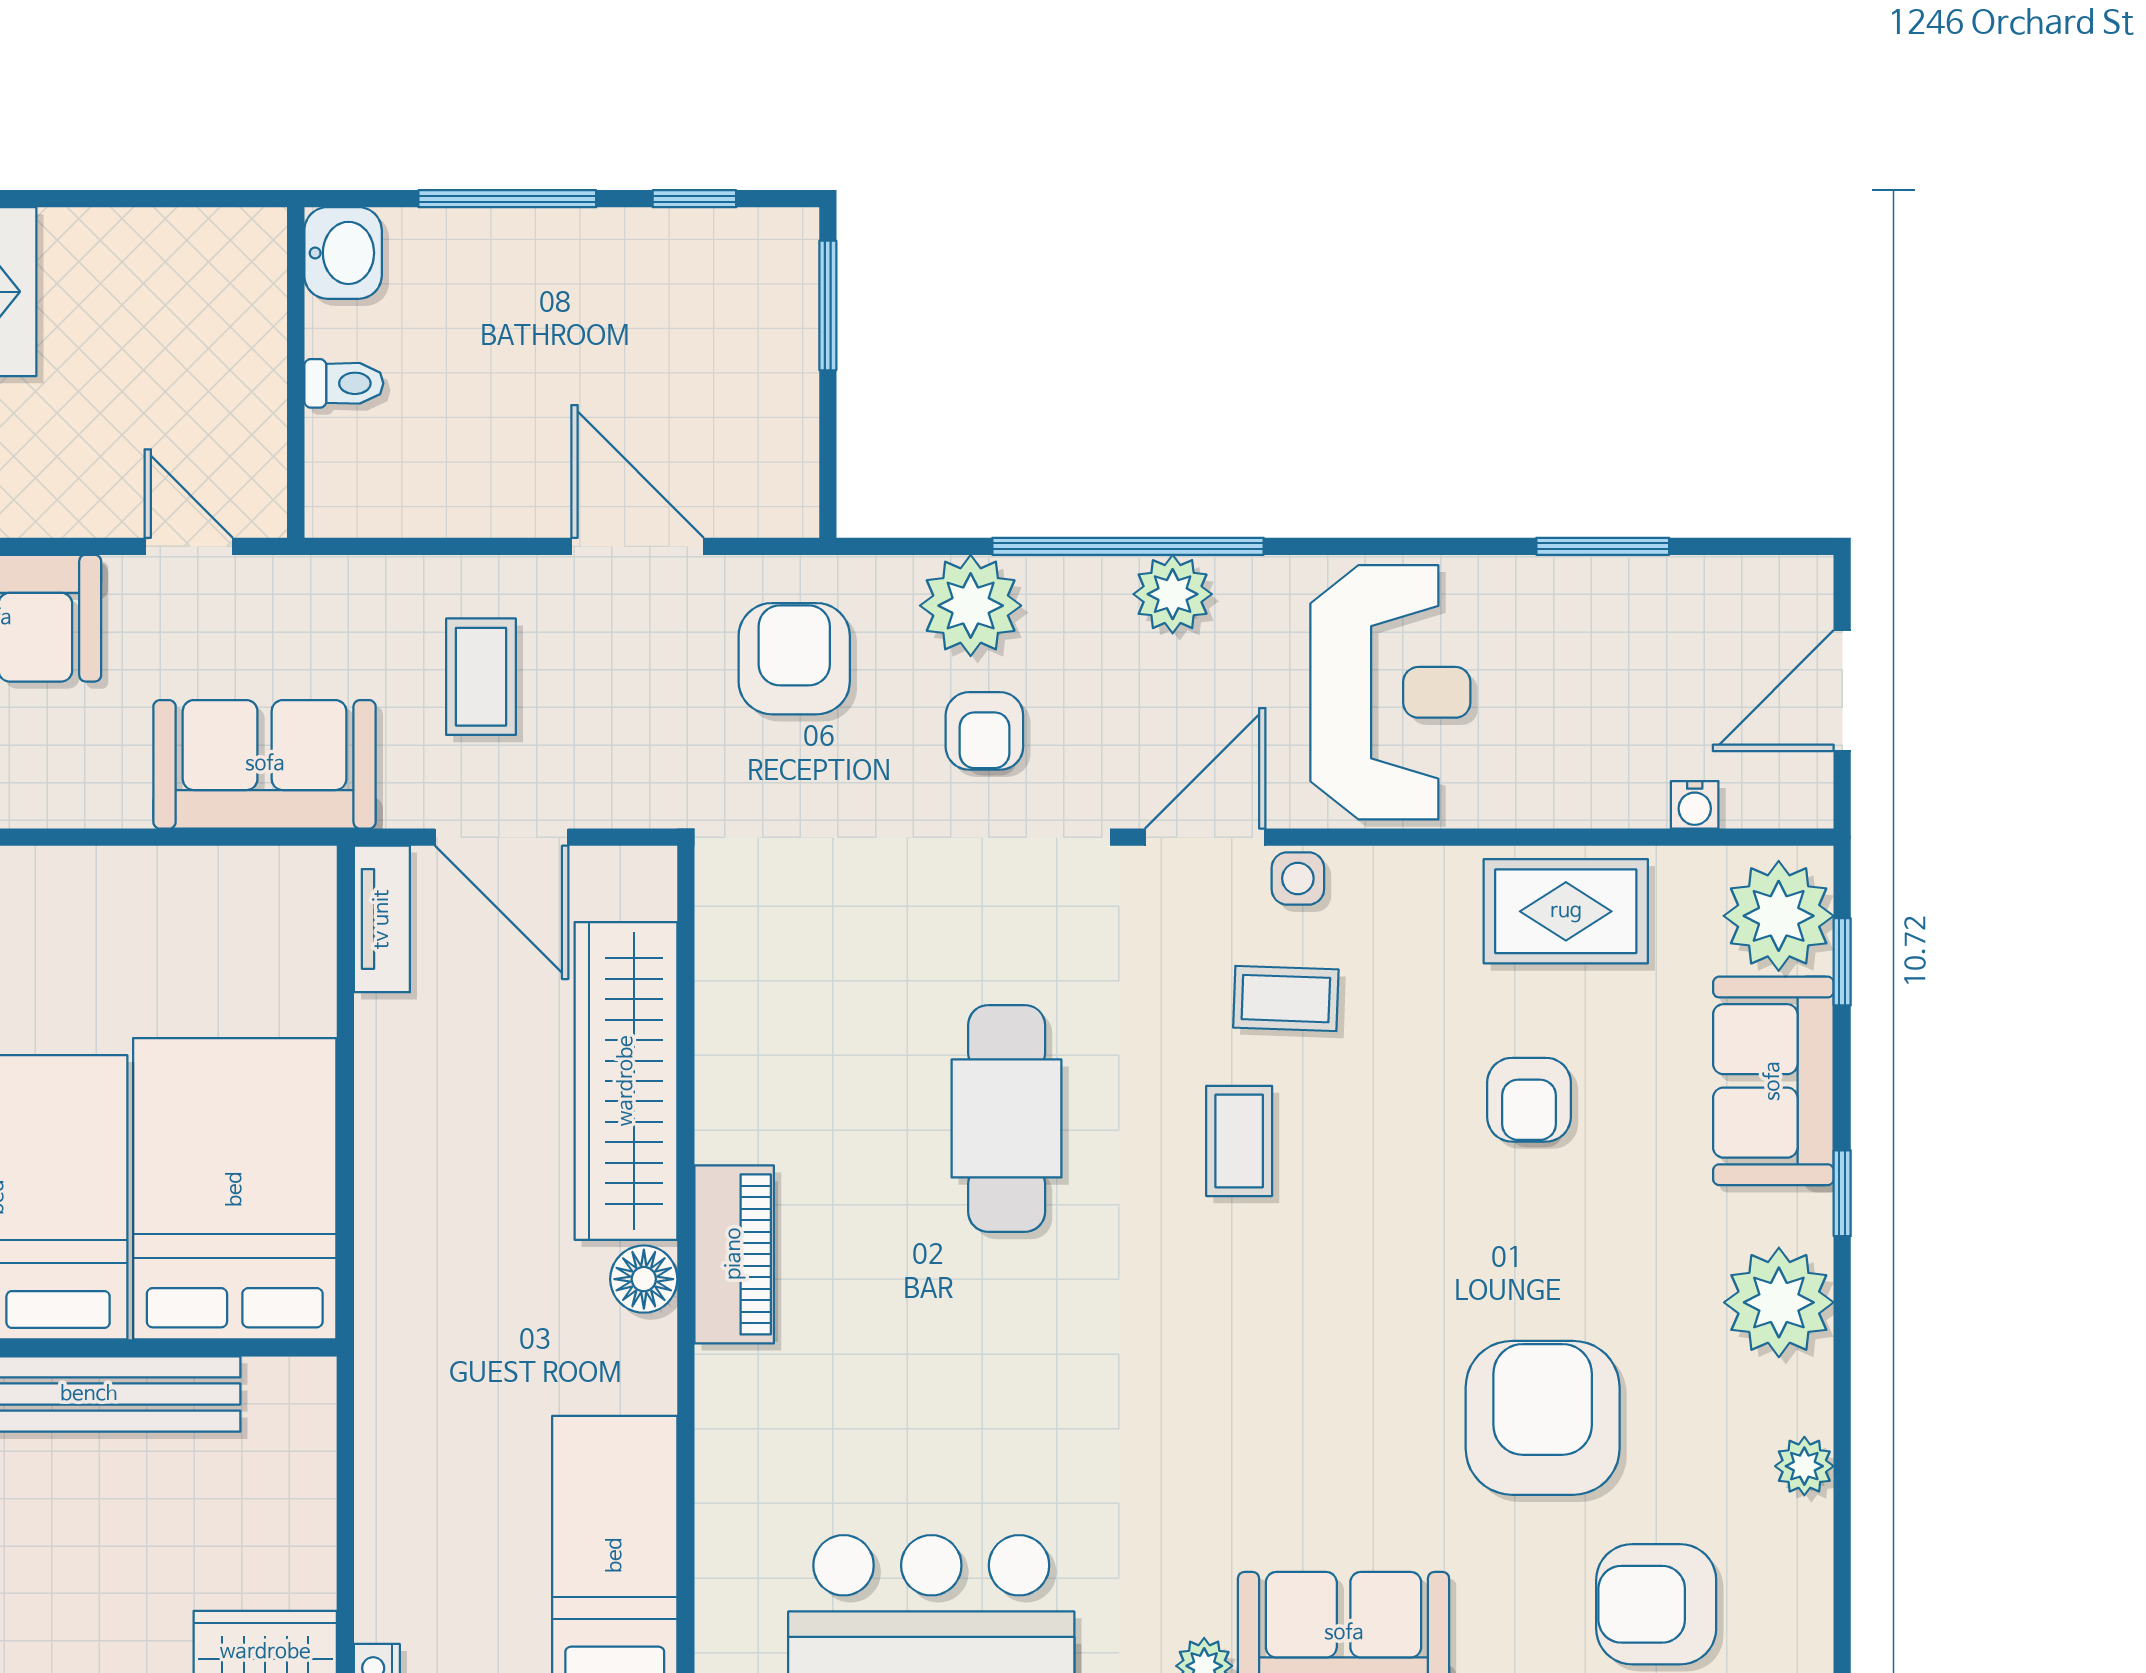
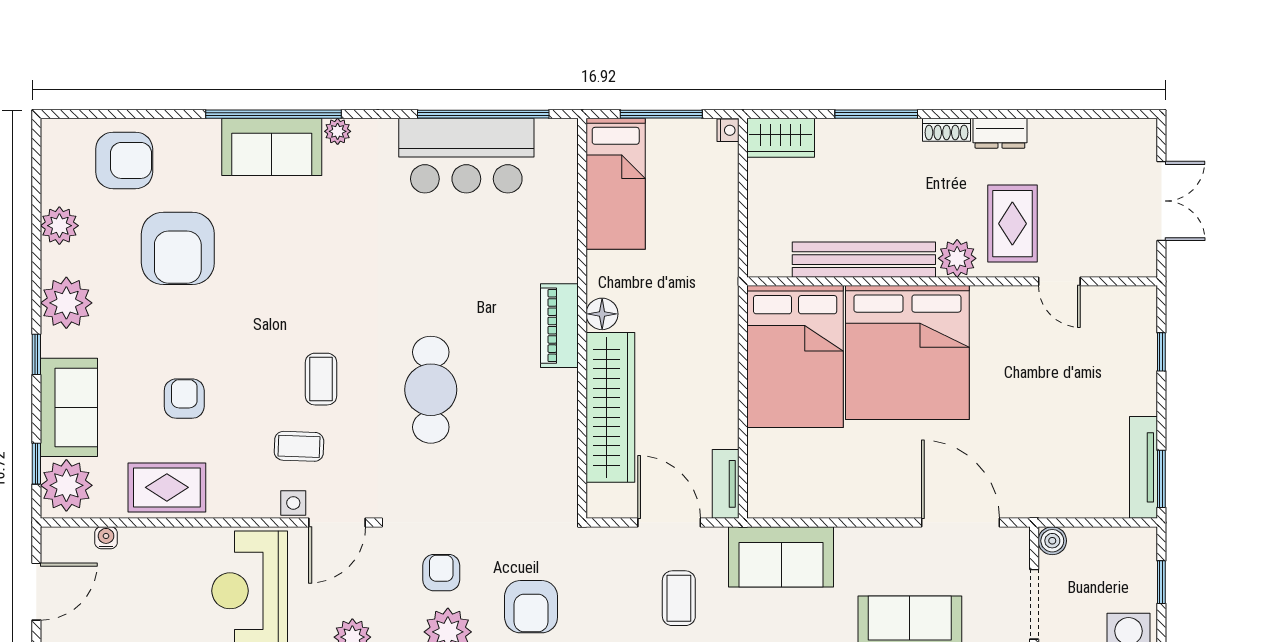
plant: (1804, 1466) -> (59, 226), width x1.38, depth x1.38

